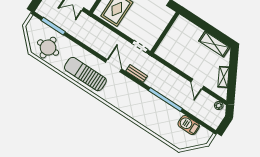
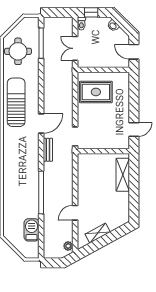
shelving: (214, 44) -> (123, 175), moved

